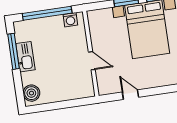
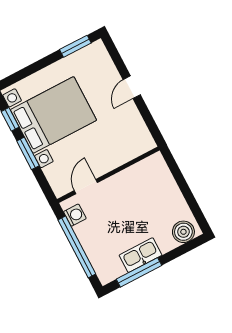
door: (92, 61) -> (86, 187), moved
door: (131, 95) -> (132, 87), moved

